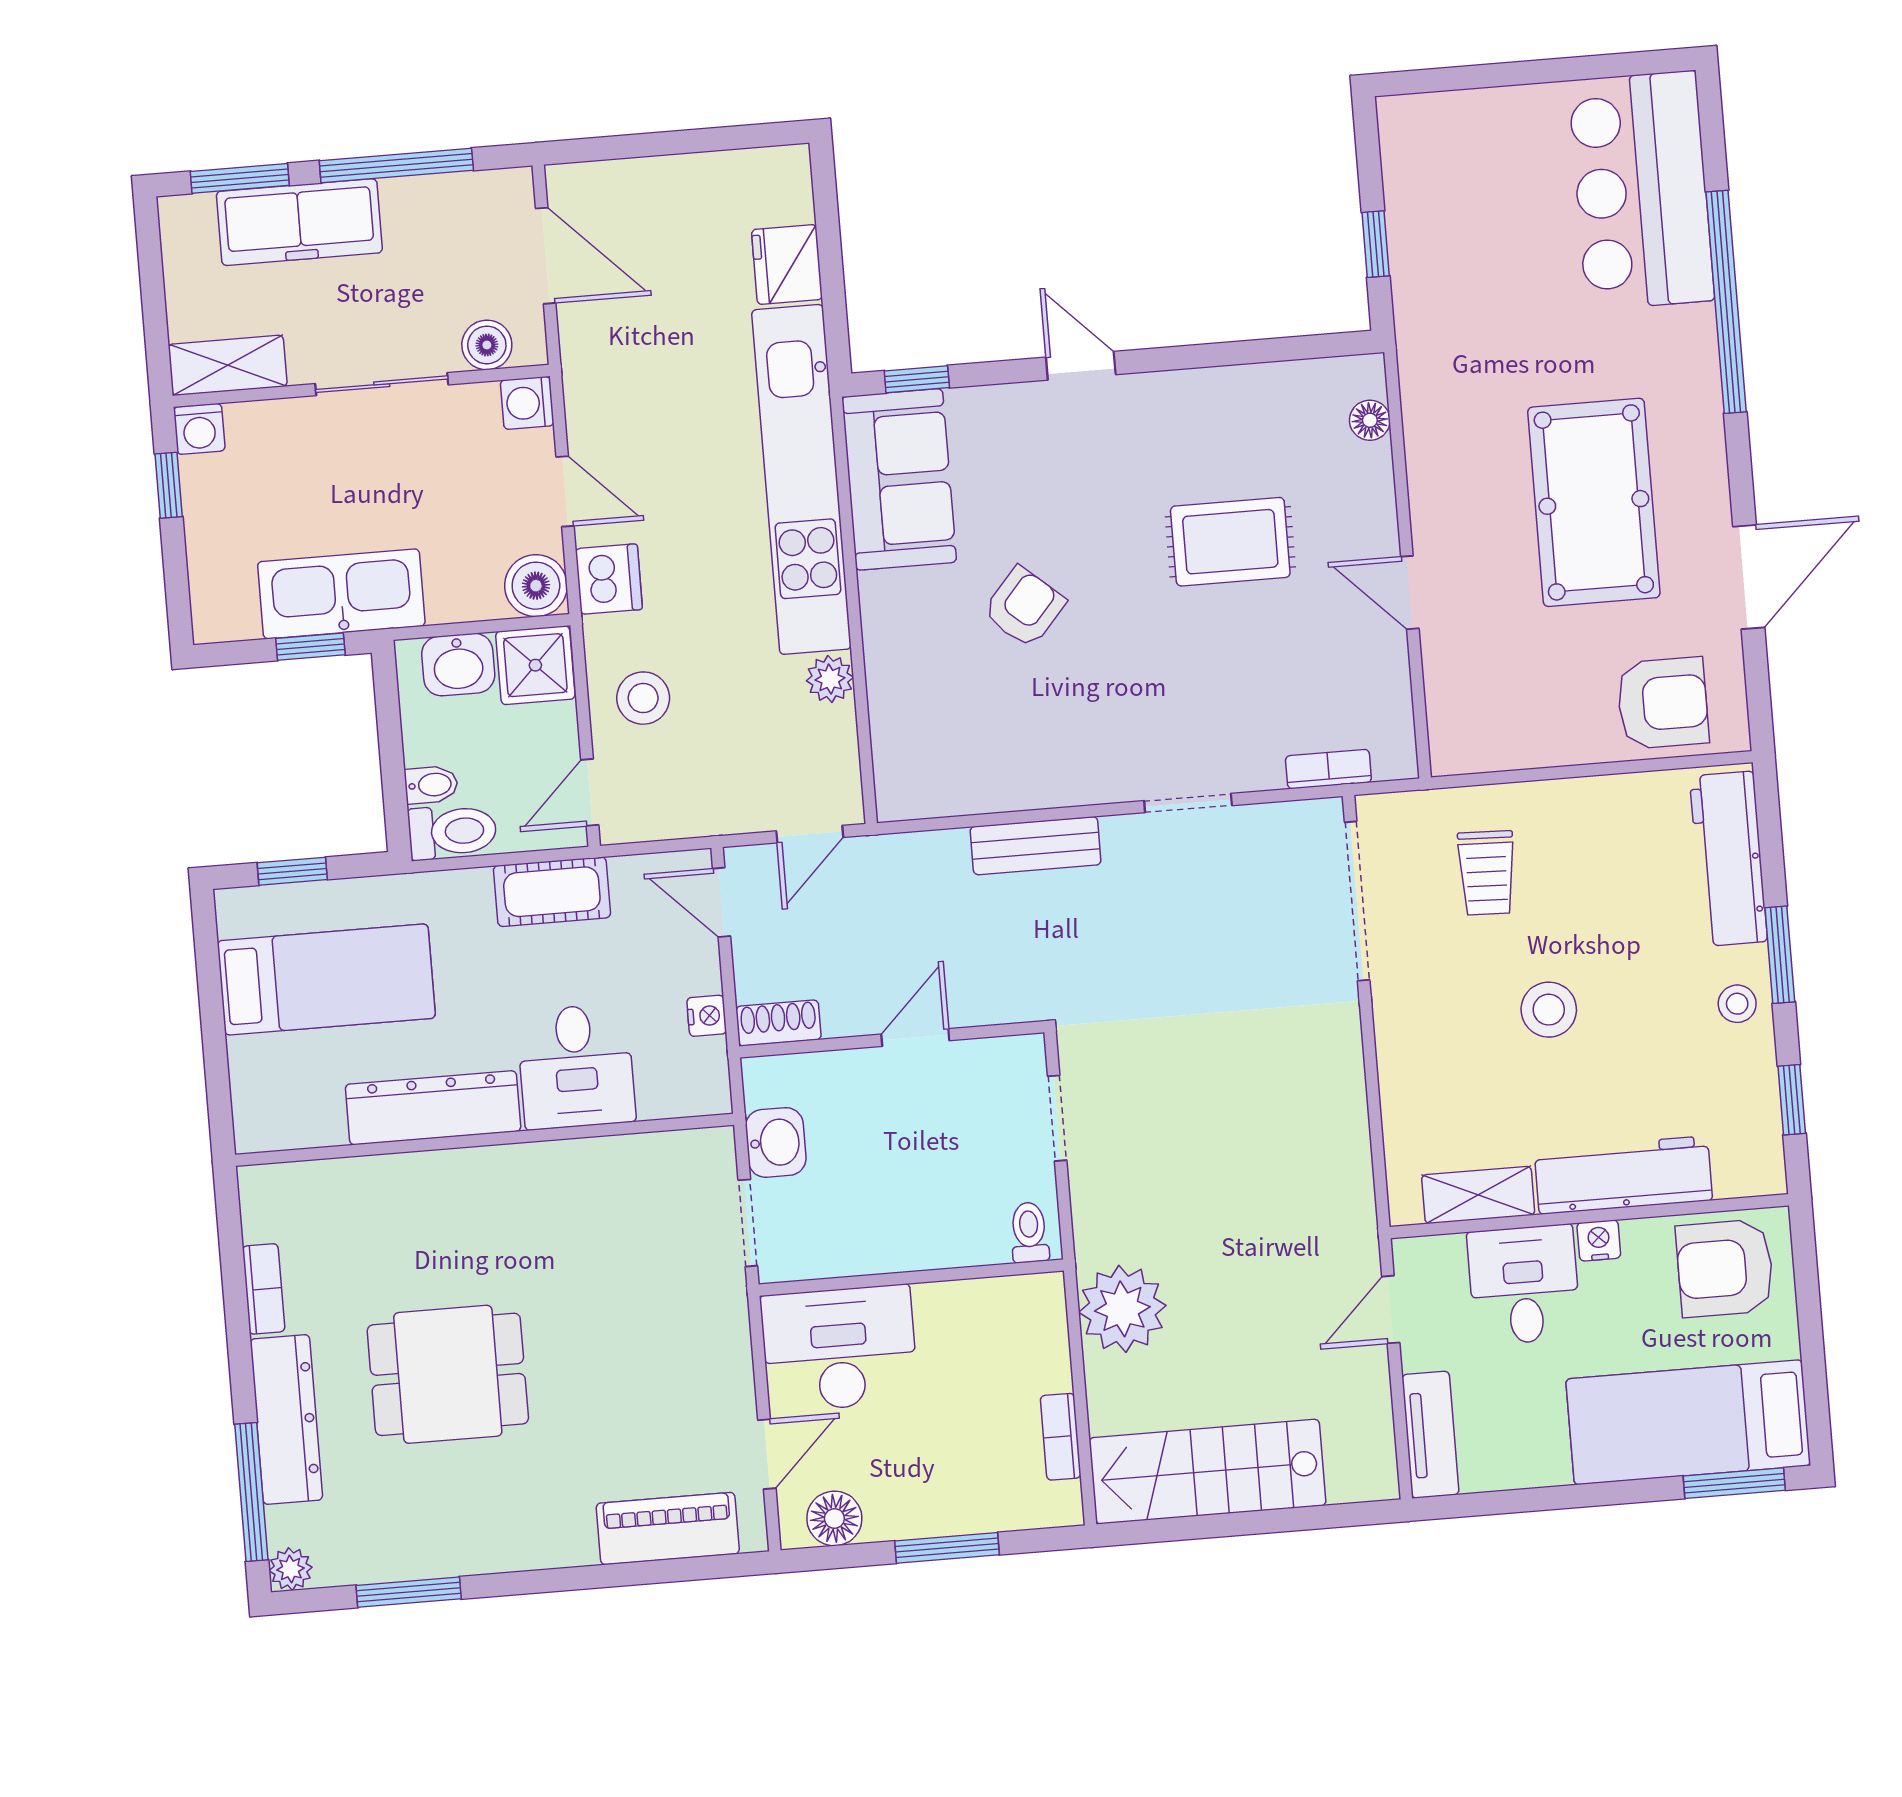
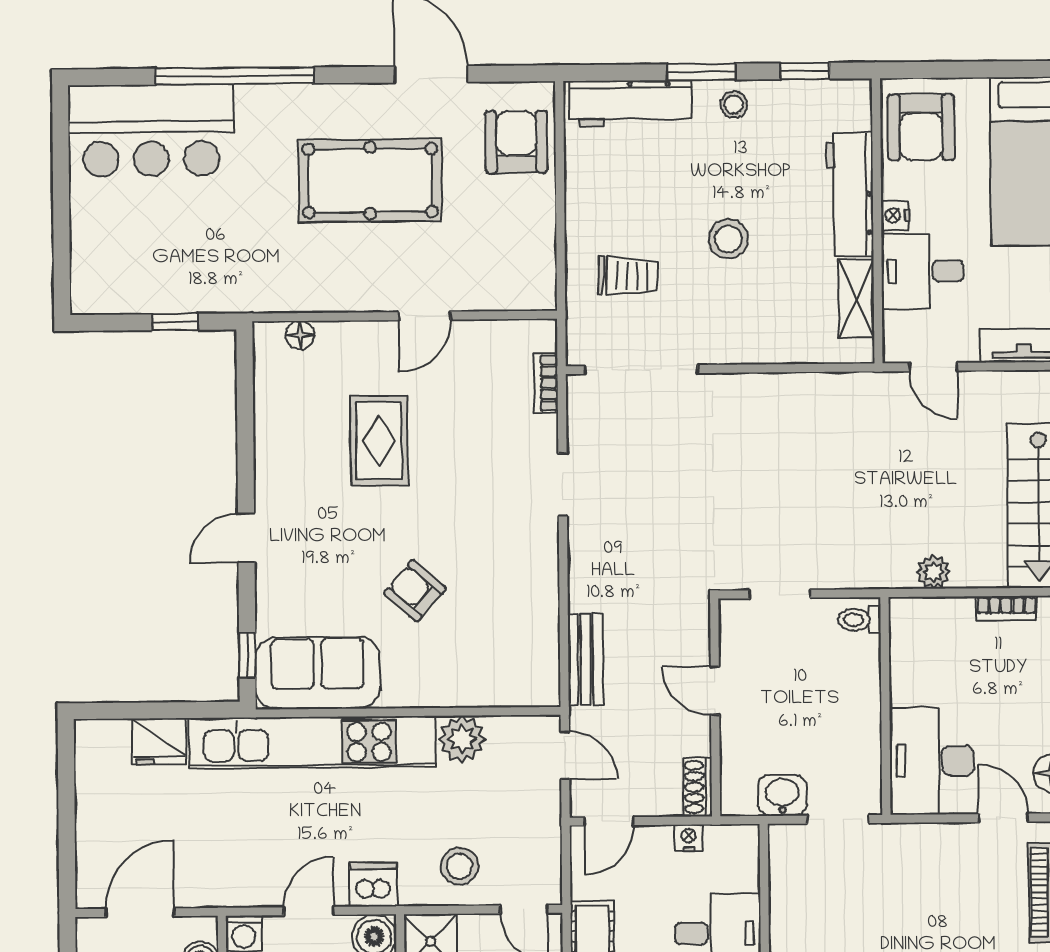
plant: (830, 679) -> (462, 739), width x1.38, depth x1.38
bench: (1036, 846) -> (586, 659), moved
plant: (1122, 1309) -> (933, 572), width x0.53, depth x0.53

